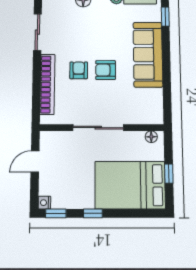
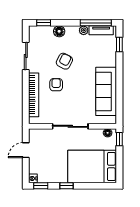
sofa: (148, 55) -> (106, 91), moved
armchair: (106, 70) -> (64, 61), moved, turned 117
window: (169, 174) -> (119, 139), moved

